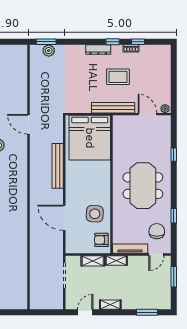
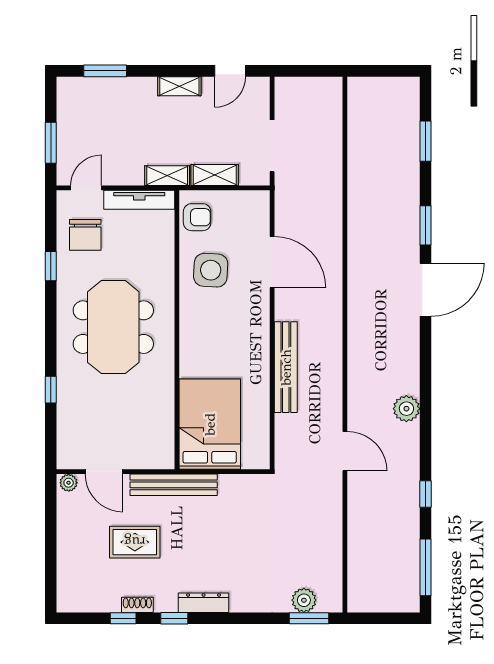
rug: (118, 77) -> (135, 542), moved
bed: (90, 138) -> (210, 424), width x0.73

